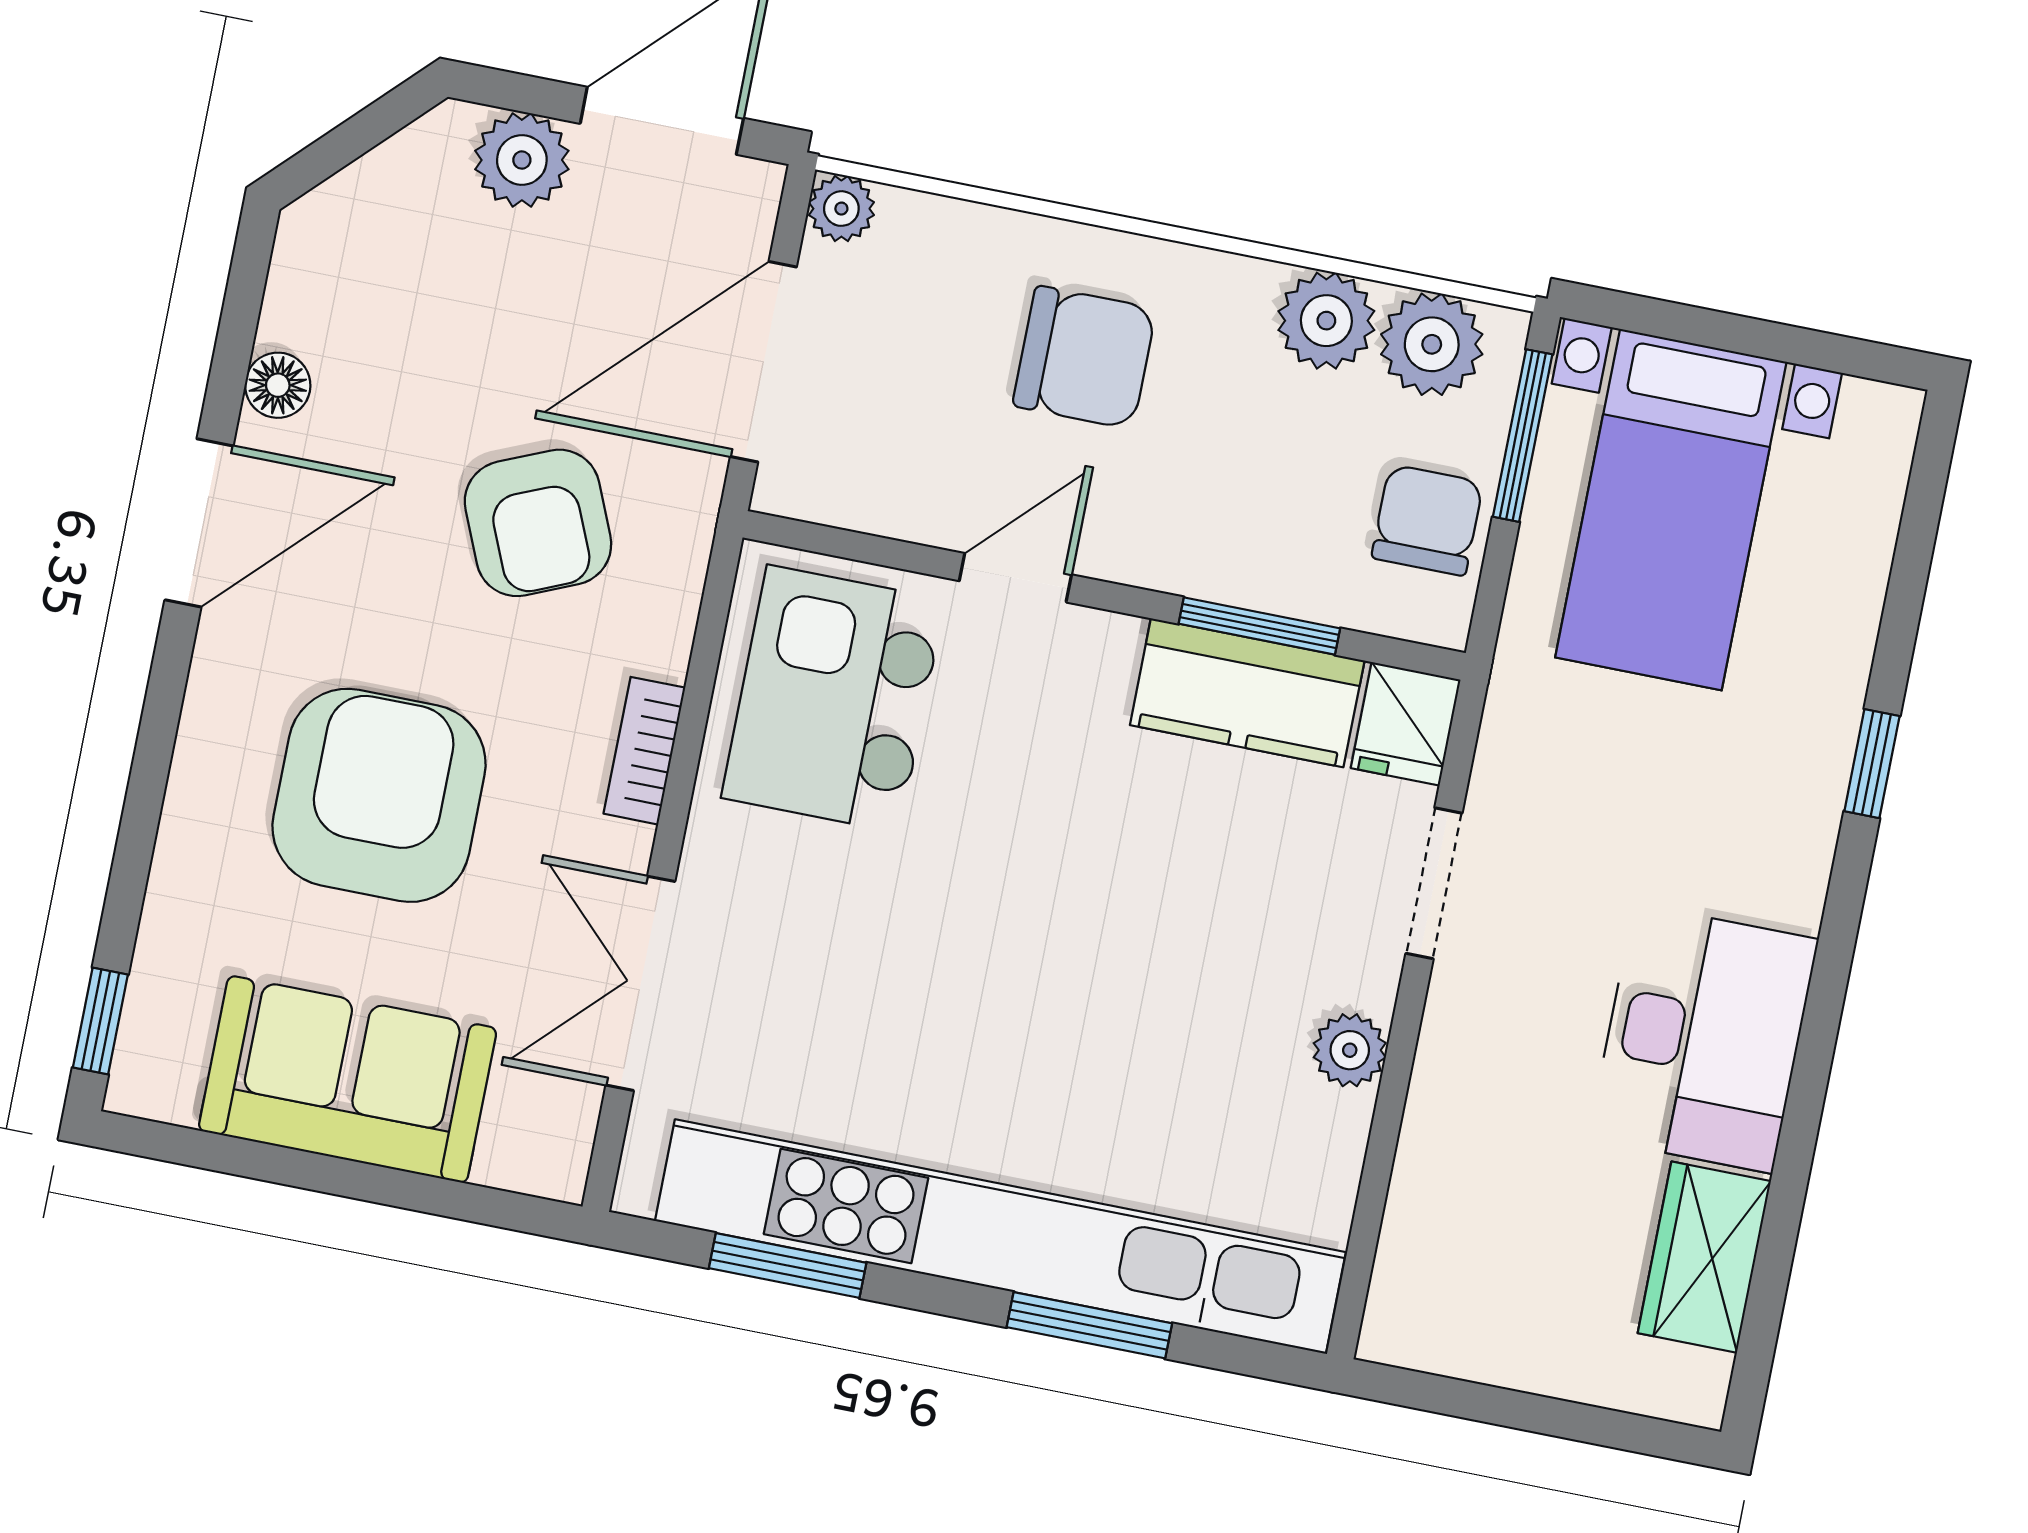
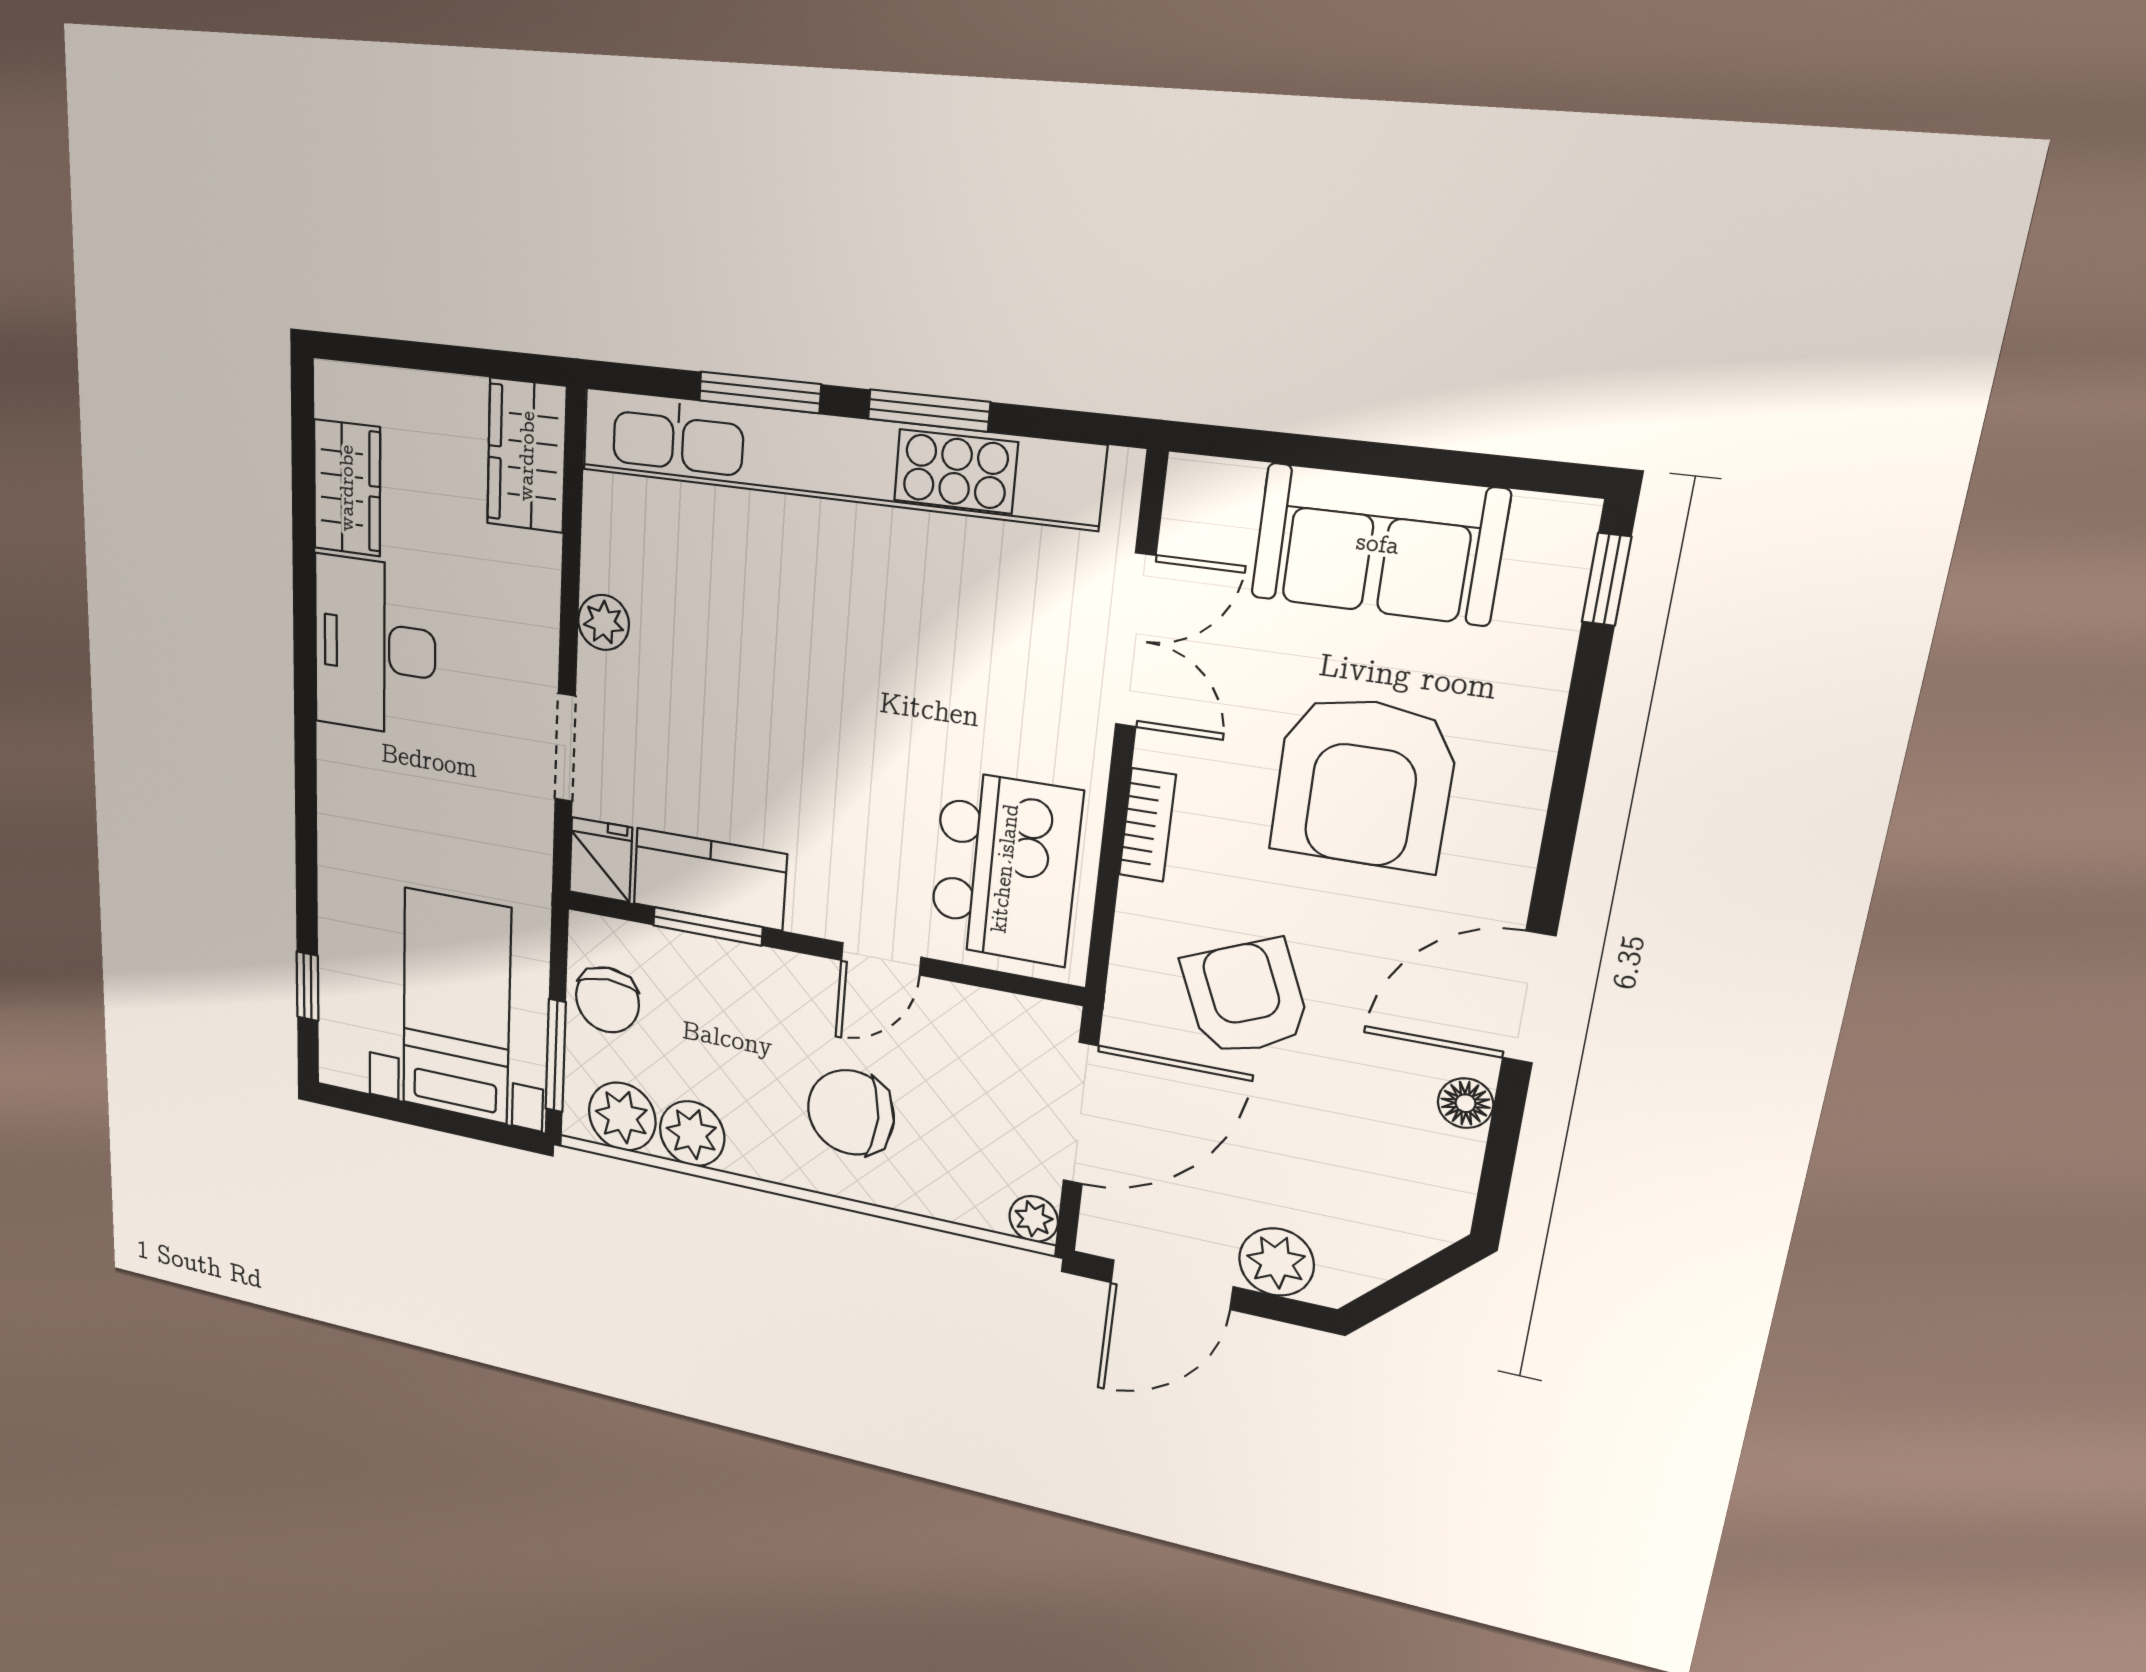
window: (1872, 764) -> (308, 986), moved
window: (788, 1265) -> (929, 410), moved
wardrobe: (1426, 1276) -> (527, 456), added

